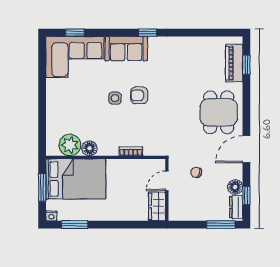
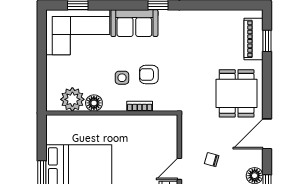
plant: (70, 145) -> (72, 99), moved
floor lamp: (90, 148) -> (94, 103), moved
bookcase: (131, 151) -> (140, 106), moved
wall: (106, 157) -> (112, 113), moved

